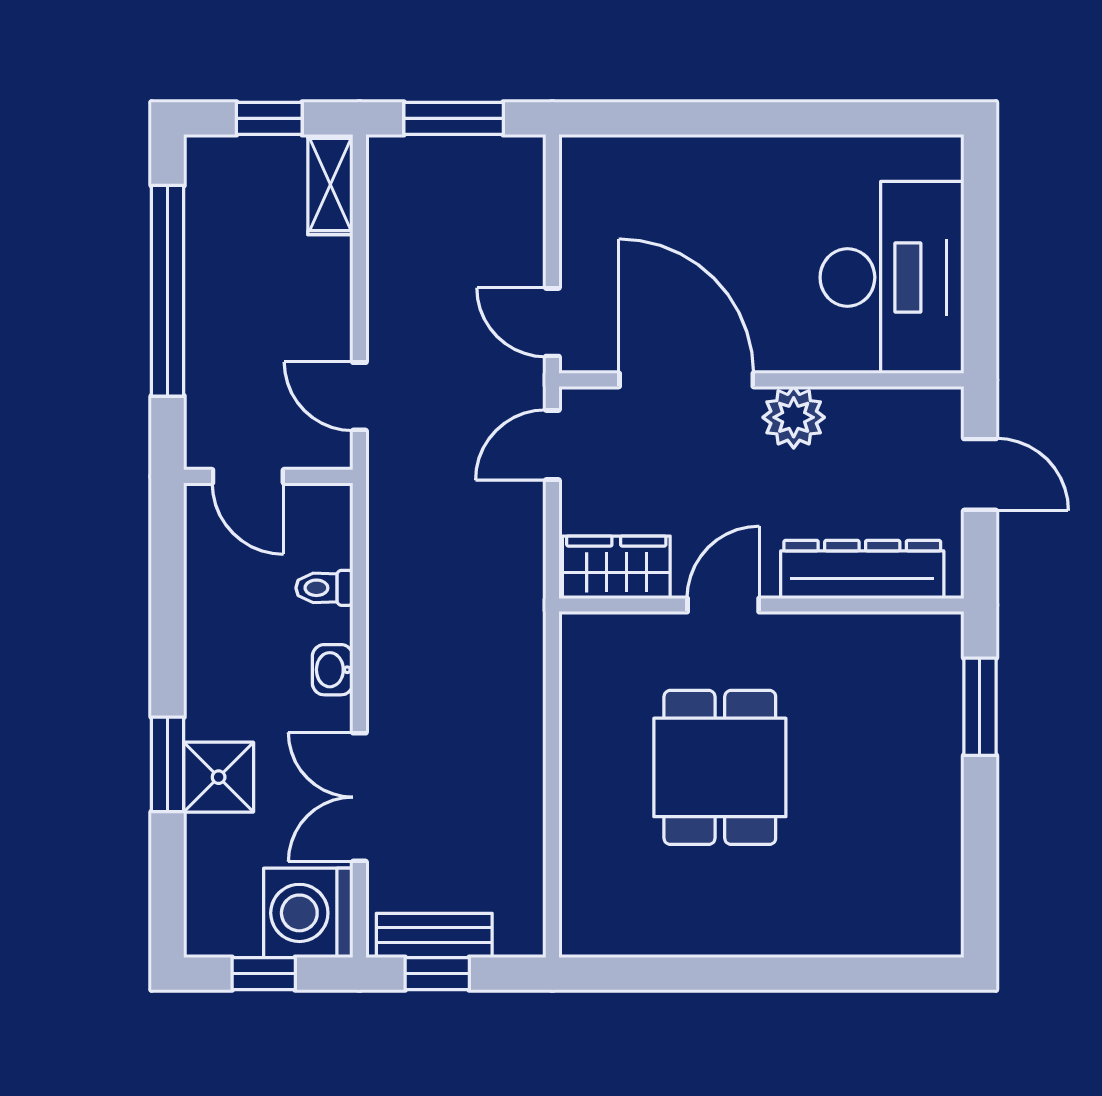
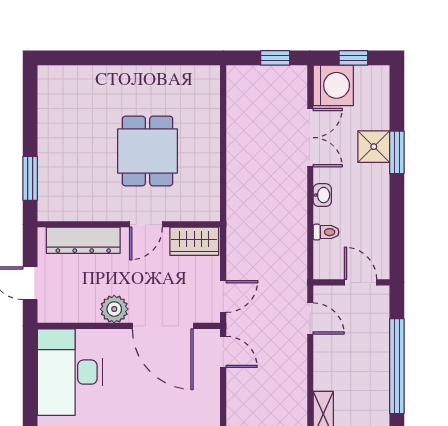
bench: (434, 935) -> (276, 75), removed

